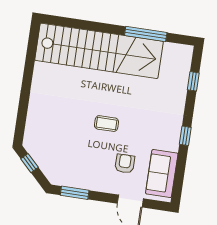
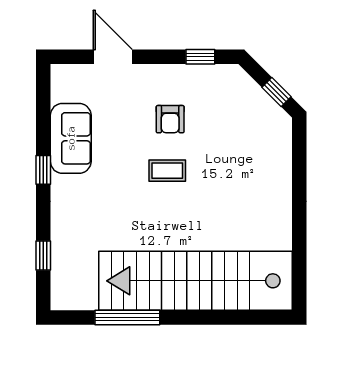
armchair: (125, 164) -> (170, 119), moved
sofa: (162, 173) -> (71, 138), moved
window: (75, 193) -> (200, 57), width x0.67

